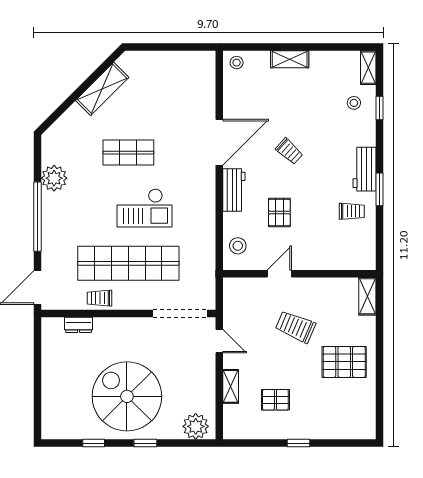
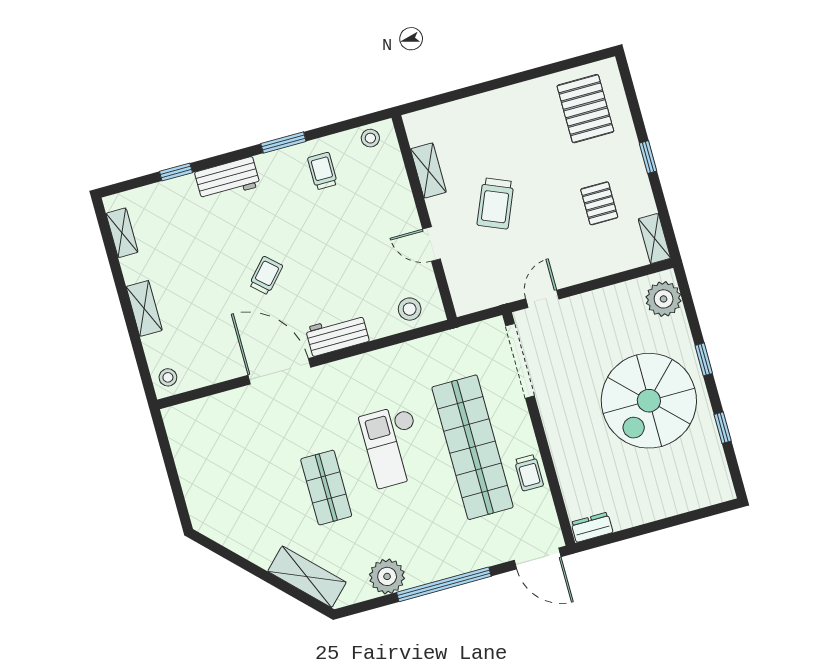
shelving: (368, 68) -> (122, 233), moved, turned 90
shelving: (102, 89) -> (307, 577), moved
stool: (354, 103) -> (370, 138), moved
workbench: (364, 169) -> (227, 179), moved
checkout: (144, 208) -> (394, 446), turned 180
pallet: (279, 213) -> (350, 266), removed
shelving: (367, 296) -> (428, 171), moved, turned 90
dresser: (79, 325) -> (592, 527), moved, turned -90
pallet: (344, 362) -> (585, 109), moved
shelving: (231, 386) -> (654, 239), moved, turned 90

